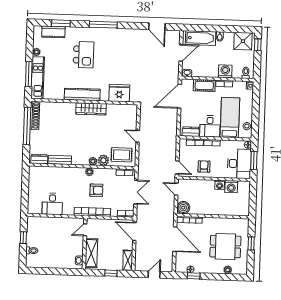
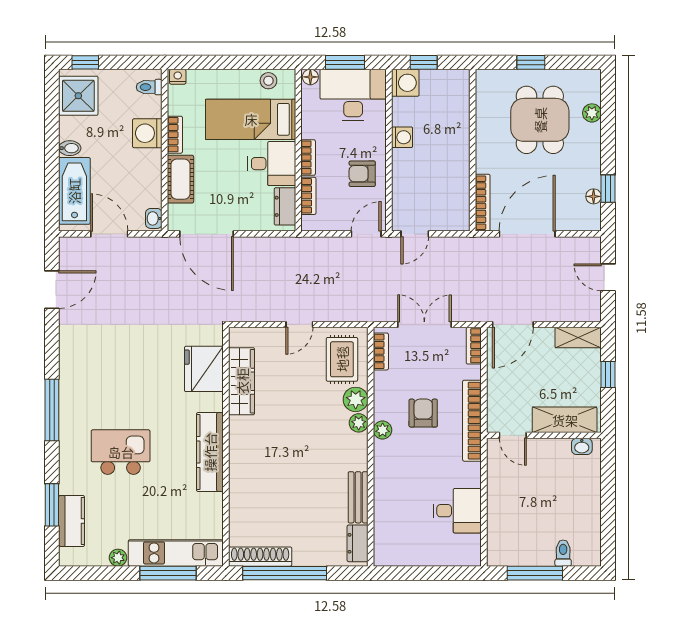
wardrobe: (91, 109) -> (242, 381), moved
washing machine: (231, 187) -> (405, 83), moved
window: (253, 196) -> (424, 62), added
boiler: (183, 208) -> (456, 217), removed
window: (23, 238) -> (535, 573), width x2.17

